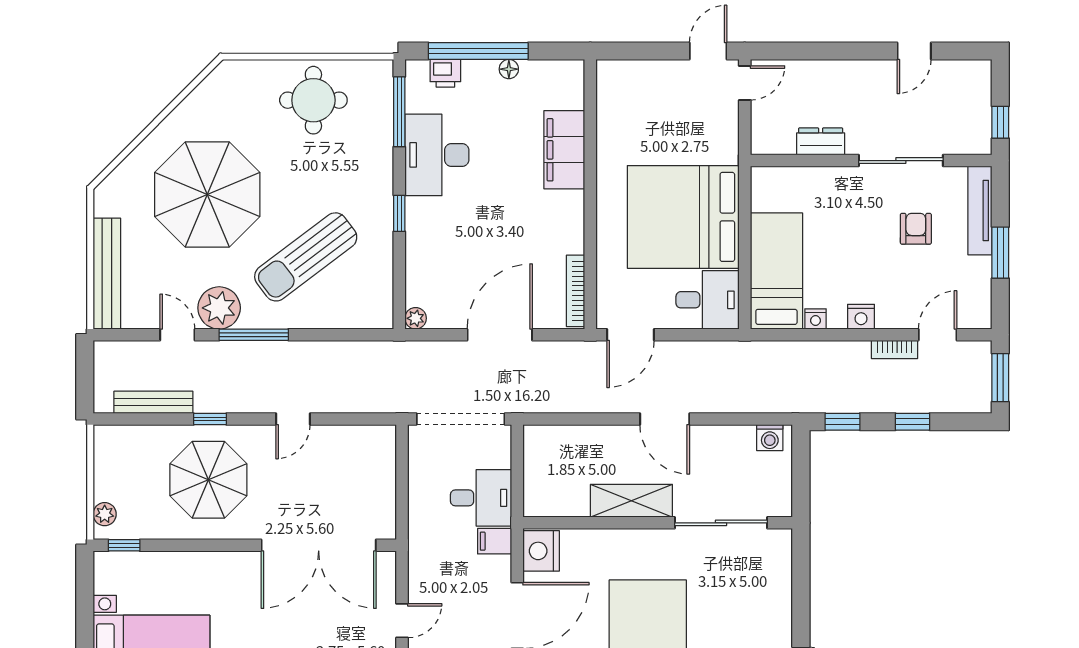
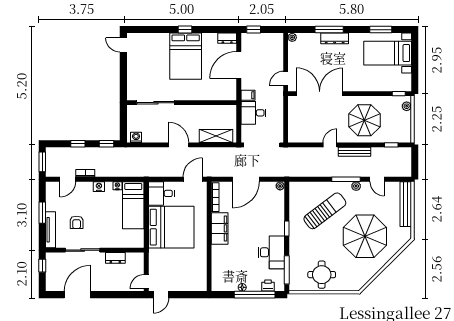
door: (914, 51) -> (77, 295), width x1.88
filing cabinet: (564, 150) -> (220, 228), moved
plant: (219, 308) -> (356, 186), width x0.53, depth x0.53
bench: (153, 402) -> (354, 152), moved
window: (210, 419) -> (391, 145), moved
shelving: (631, 501) -> (216, 136), moved
nightstand: (541, 551) -> (229, 91), removed
door: (402, 621) -> (286, 78), moved

